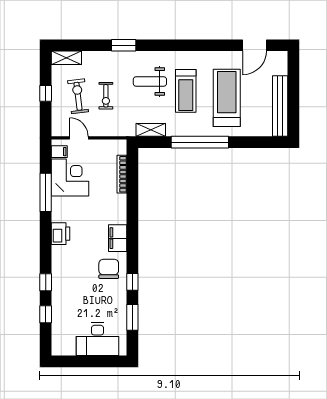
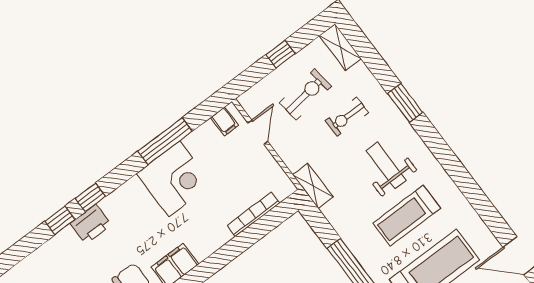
exercise bike: (106, 96) -> (347, 117), moved
shelving: (151, 130) -> (313, 186), moved
corner desk: (70, 177) -> (174, 179), moved
printer: (60, 234) -> (91, 224), moved
window: (46, 314) -> (90, 197), moved

